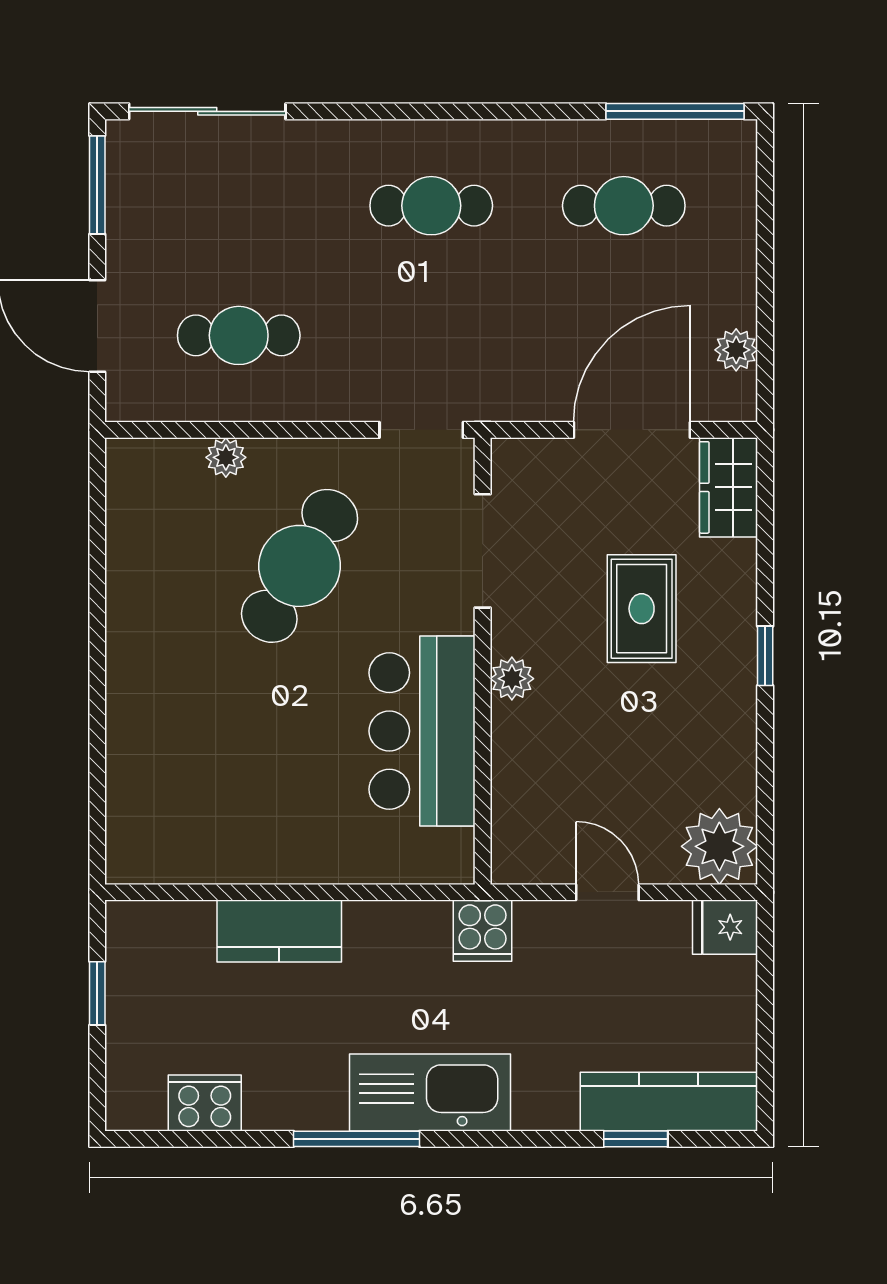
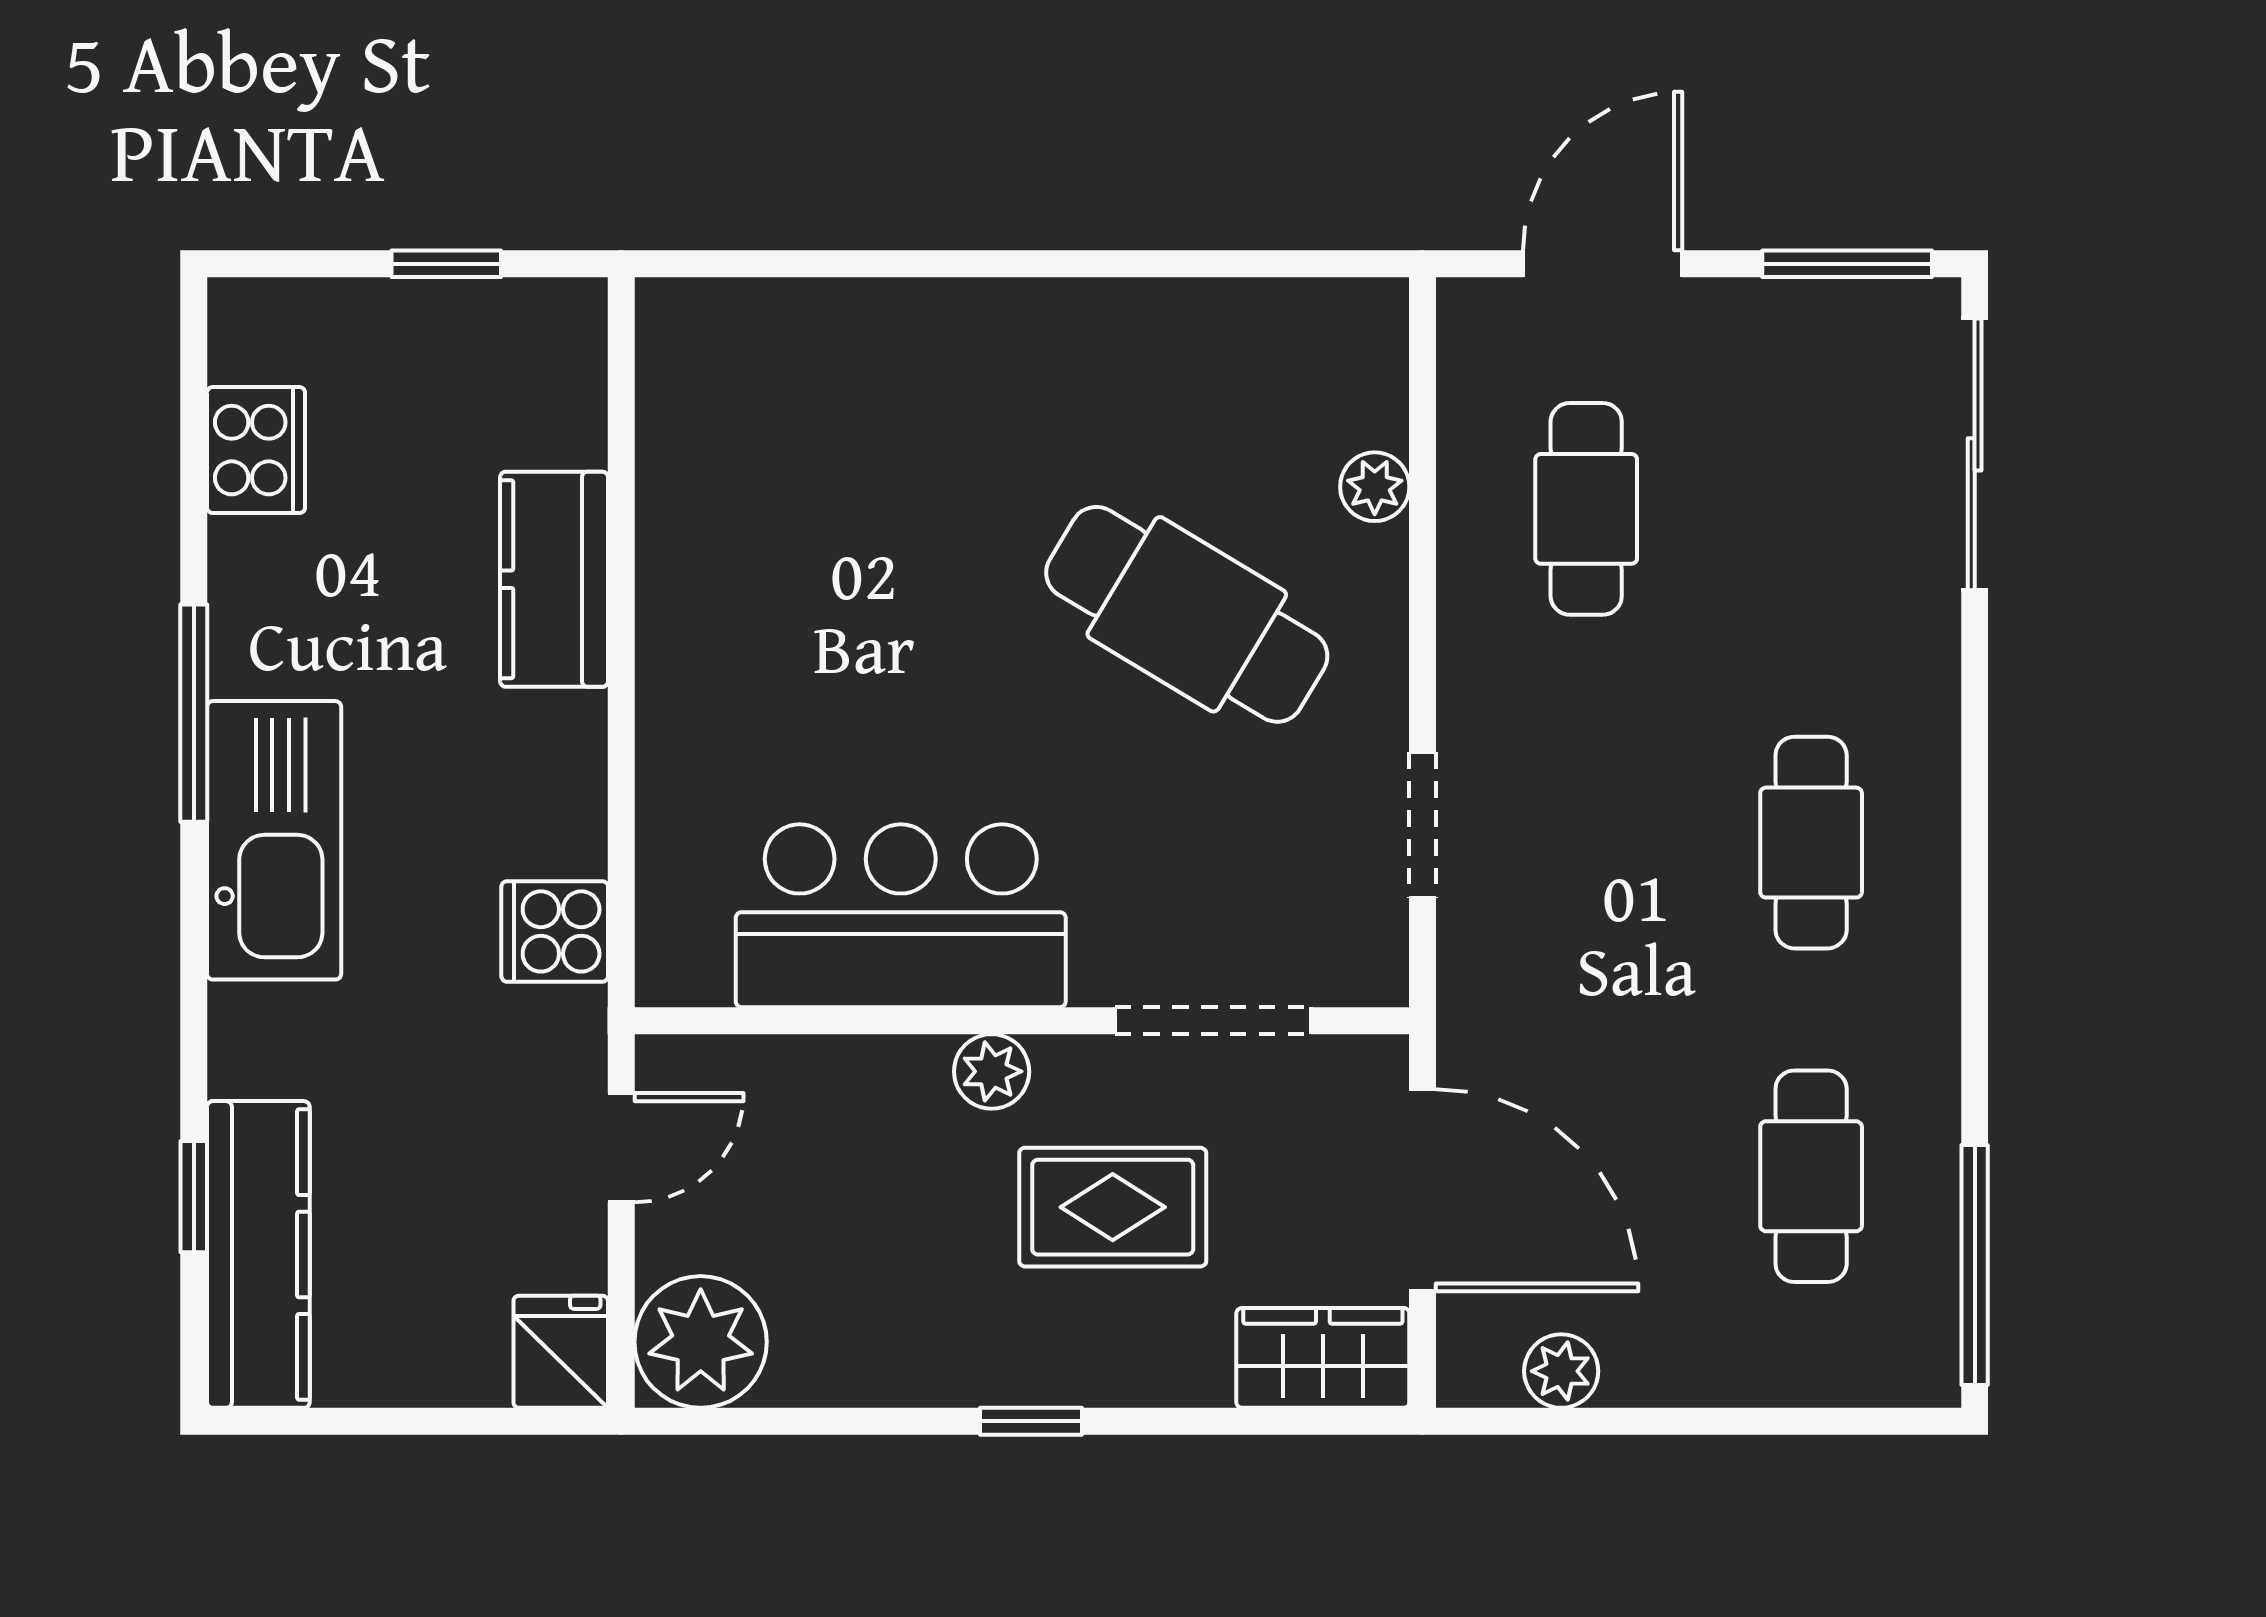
doorway: (483, 551) -> (1213, 1021), moved
wall: (483, 661) -> (1022, 1021), moved
plant: (512, 679) -> (992, 1071), moved
bar counter: (422, 731) -> (901, 916), moved

